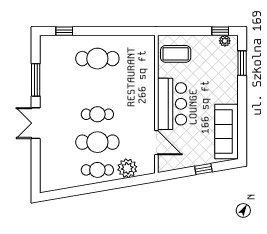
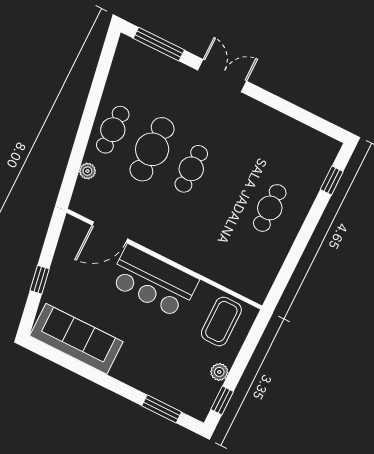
plant: (225, 41) -> (219, 372), moved
cafe table: (97, 59) -> (270, 208), width x0.73, depth x0.74
window: (36, 80) -> (159, 44), moved
plant: (127, 168) -> (87, 171), width x0.53, depth x0.53

